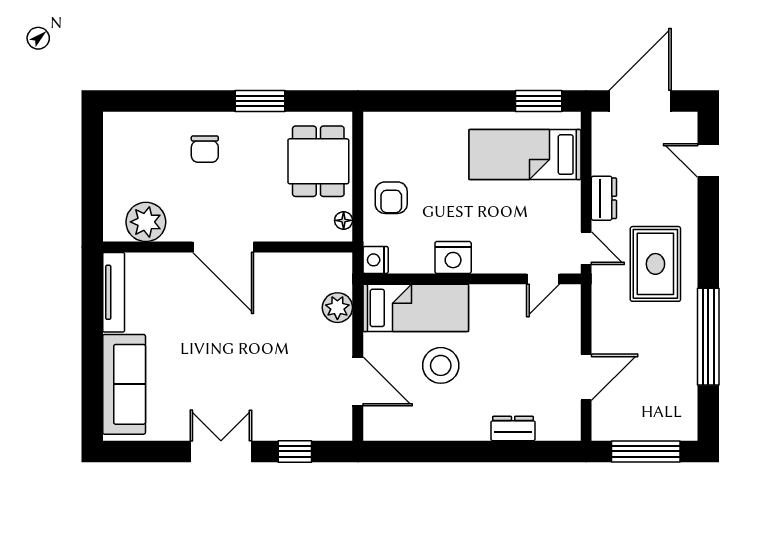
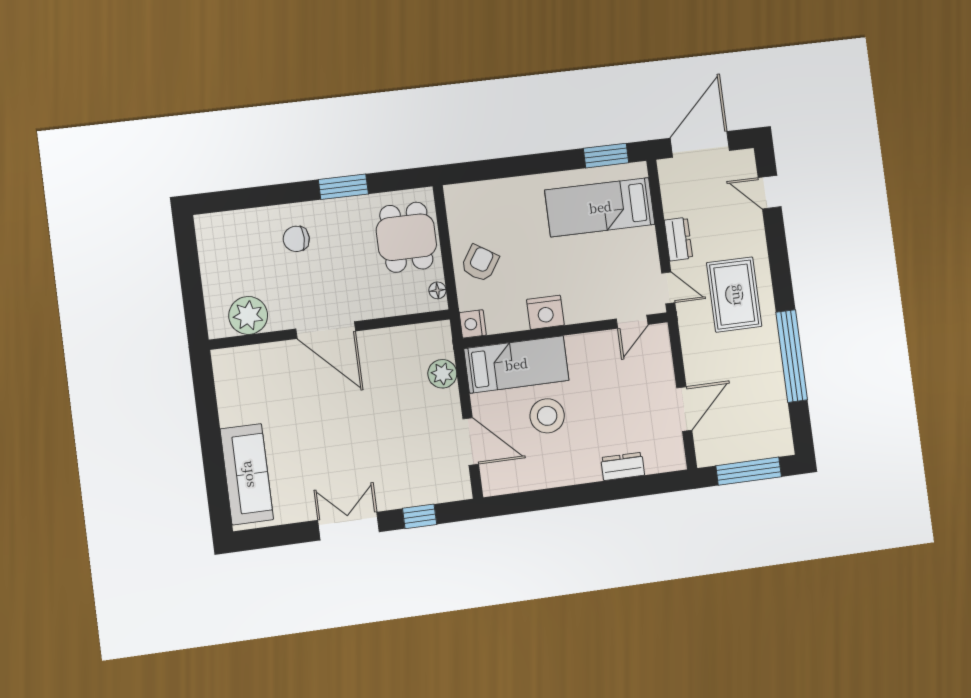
chair: (205, 149) -> (296, 239), turned 90
armchair: (391, 198) -> (480, 263), turned -147
tv unit: (114, 292) -> (225, 387), removed

